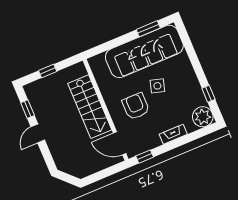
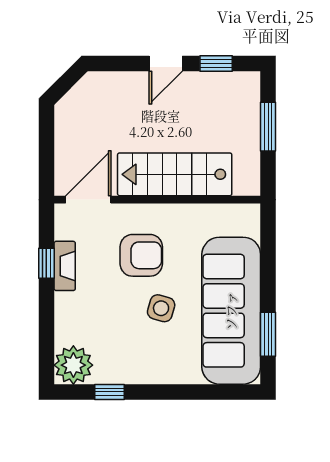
window: (48, 71) -> (268, 127), width x1.50
door: (38, 133) -> (166, 63), swing flipped
fireplace: (173, 134) -> (65, 266), moved
window: (145, 157) -> (46, 263), moved

